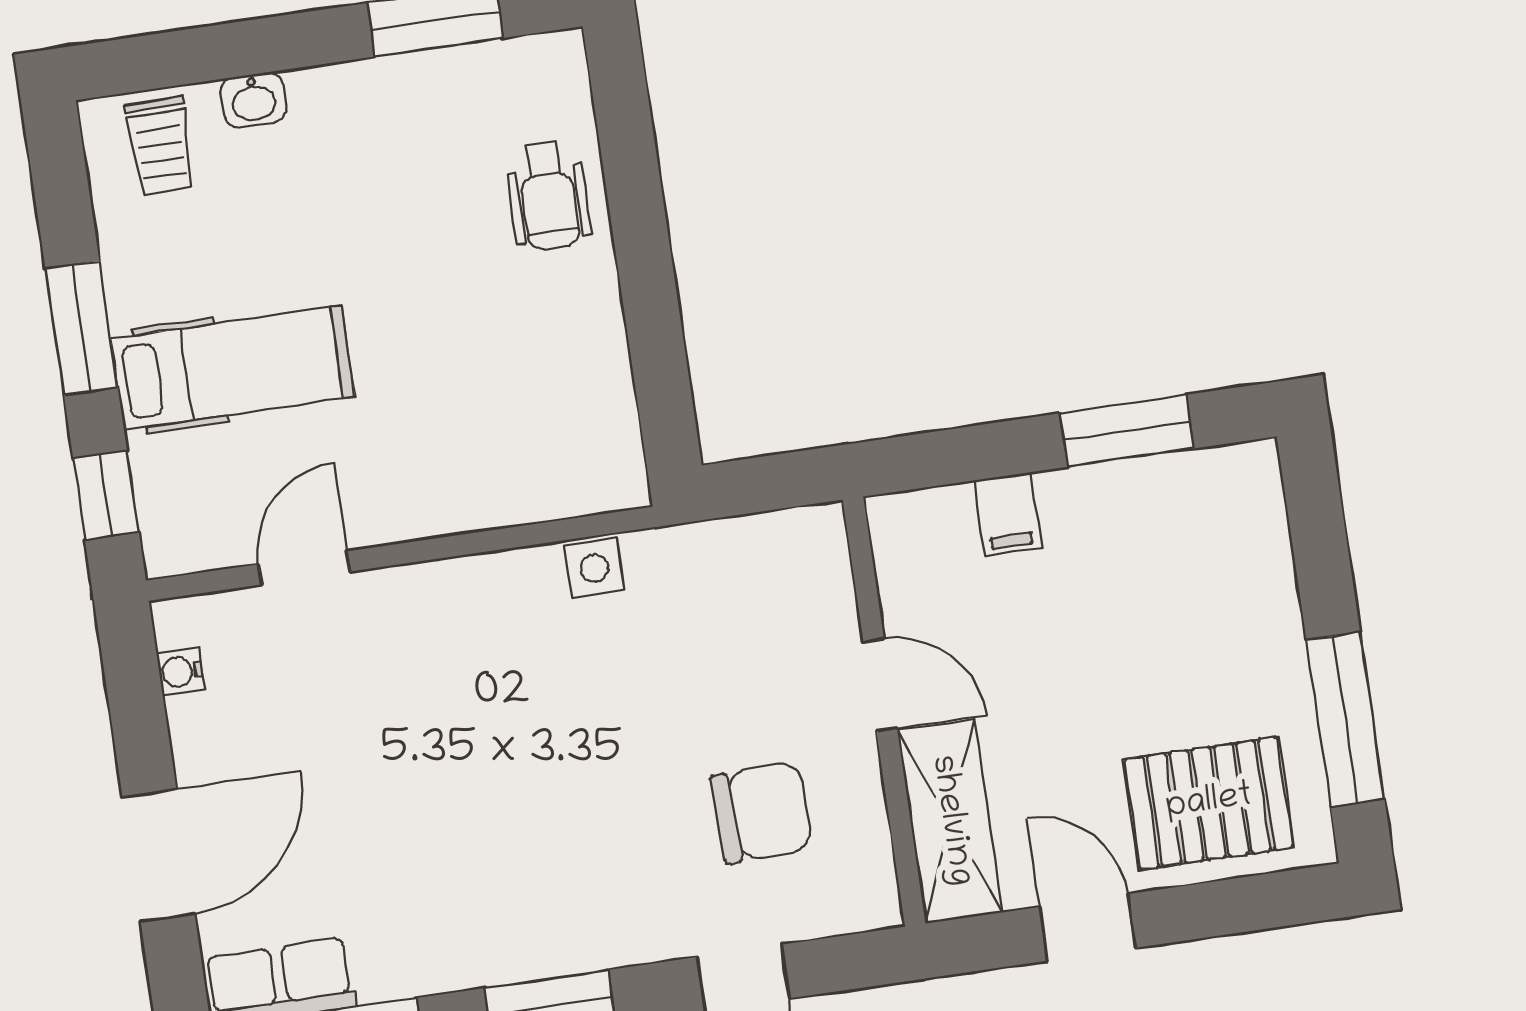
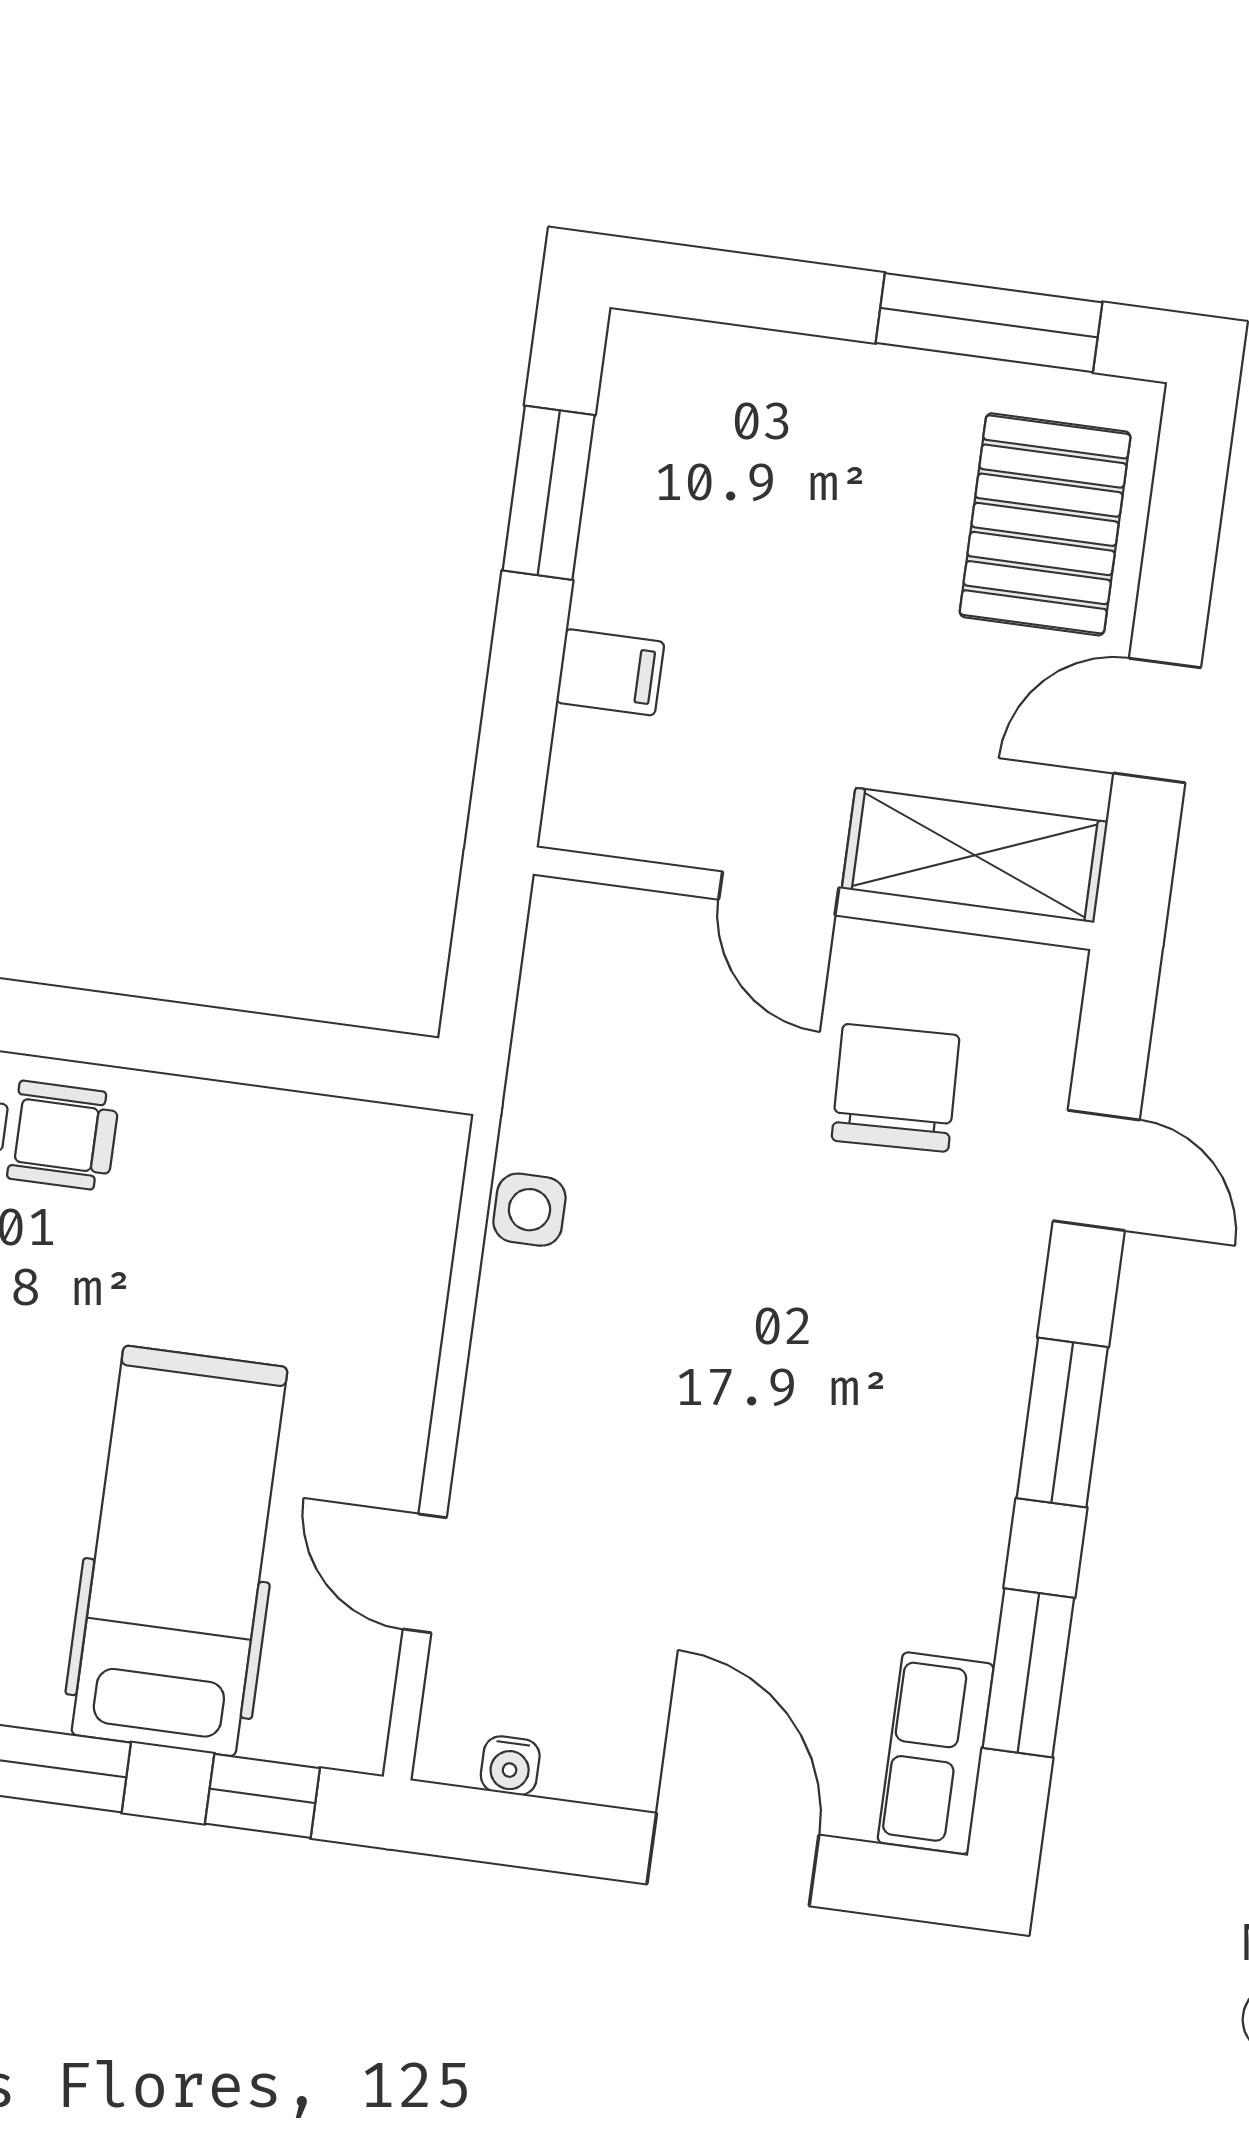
hospital bed: (233, 368) -> (179, 1551), width x1.37, depth x1.29
door: (880, 685) -> (779, 894), swing flipped

